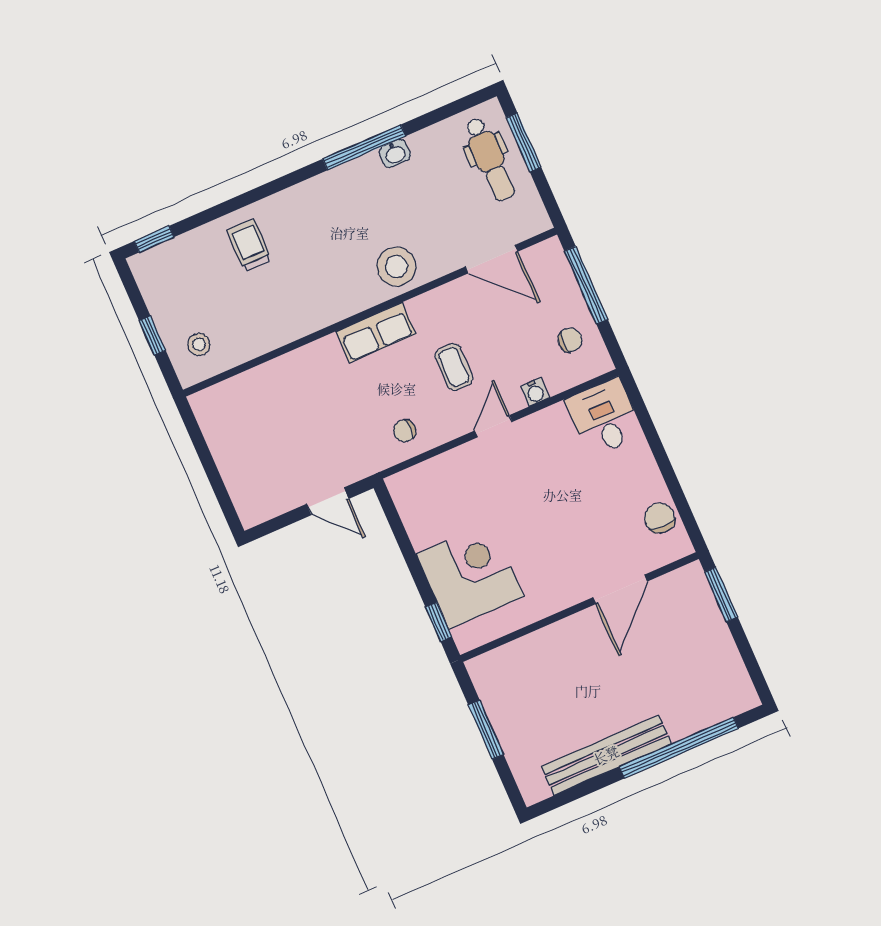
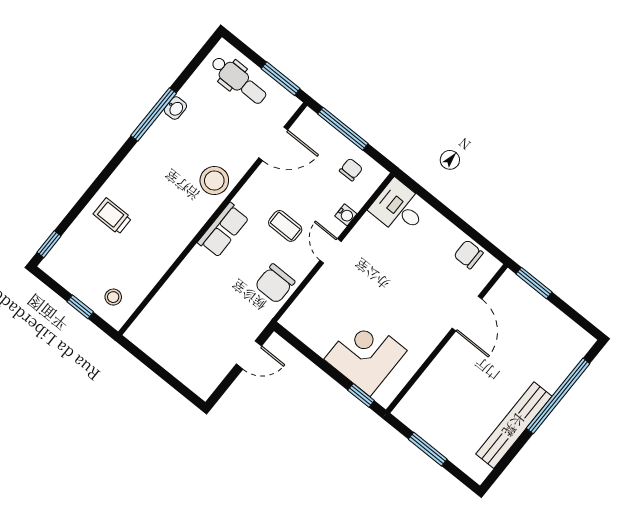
window: (524, 142) -> (281, 79), moved
chair: (405, 431) -> (275, 284), width x1.87, depth x1.87

